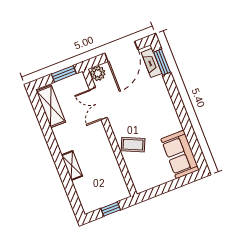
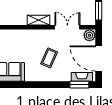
shelving: (103, 142) -> (38, 20), added
coffee table: (133, 145) -> (49, 58), moved

